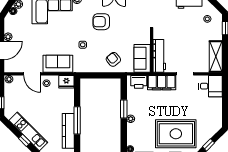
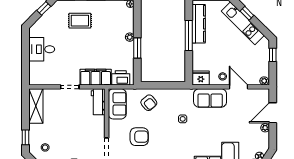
armchair: (101, 22) -> (139, 137), moved
workbench: (159, 56) -> (98, 102), width x0.73
desk: (210, 86) -> (42, 49), moved
rug: (176, 134) -> (80, 21), width x0.54, depth x0.49

